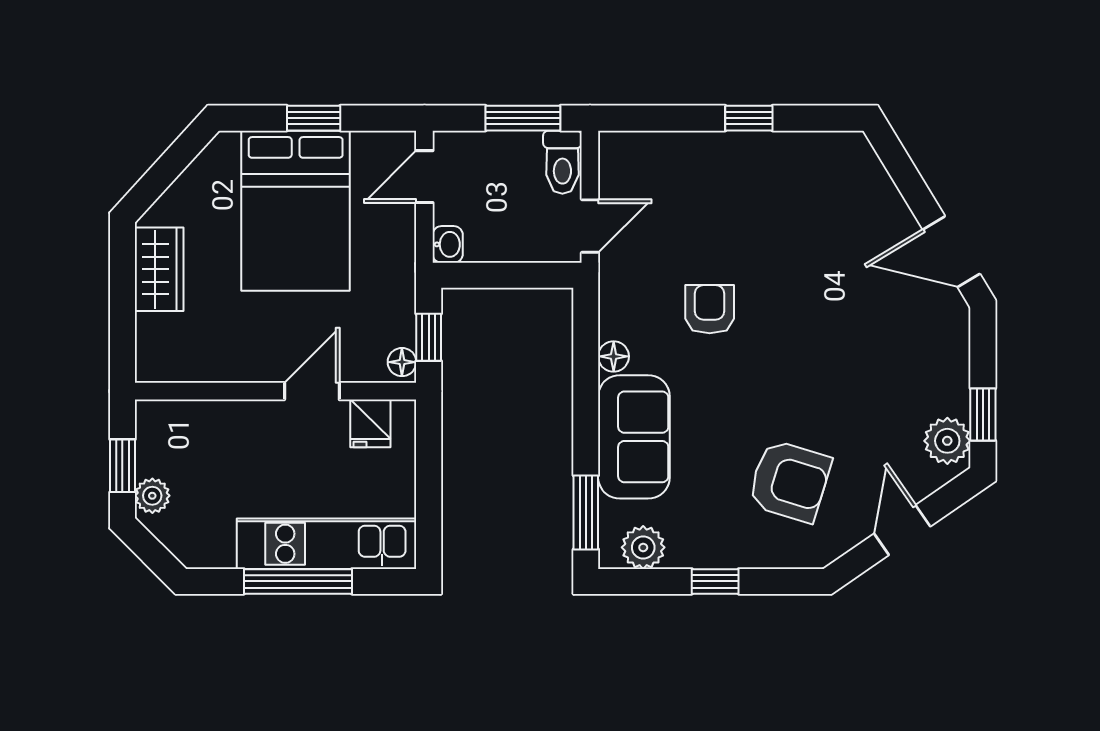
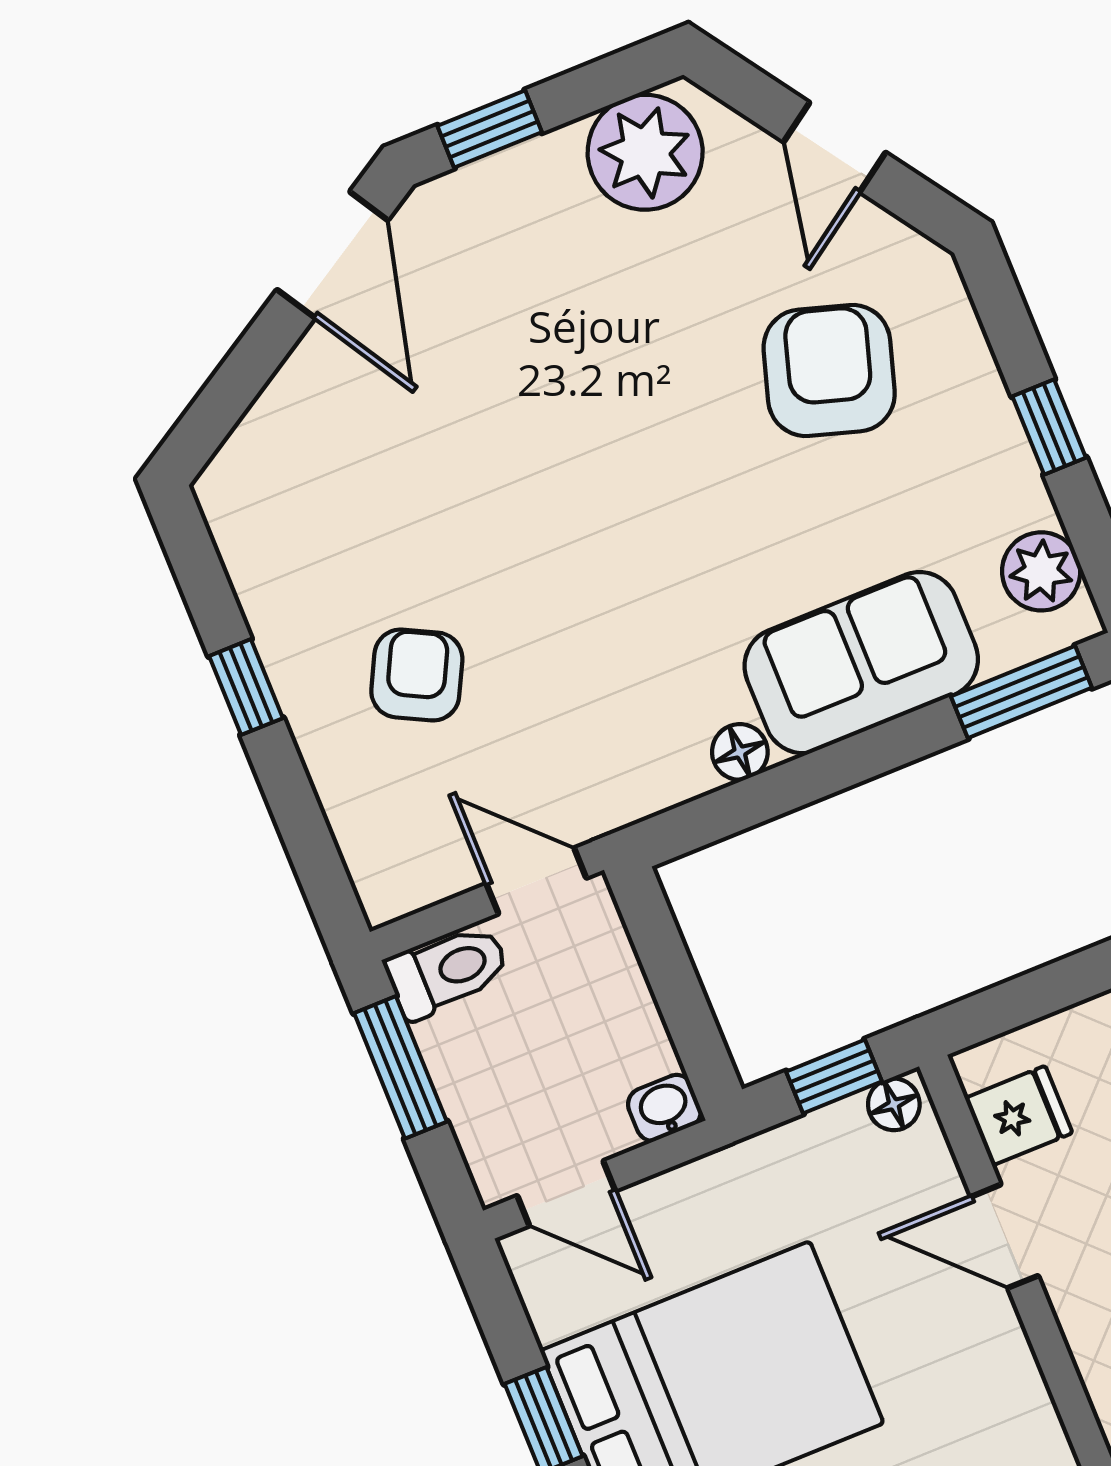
armchair: (710, 309) -> (417, 675), moved, turned 117
window: (983, 415) -> (490, 129), moved
plant: (947, 441) -> (645, 152), width x1.36, depth x1.36
door: (902, 530) -> (835, 147), hinge flipped

